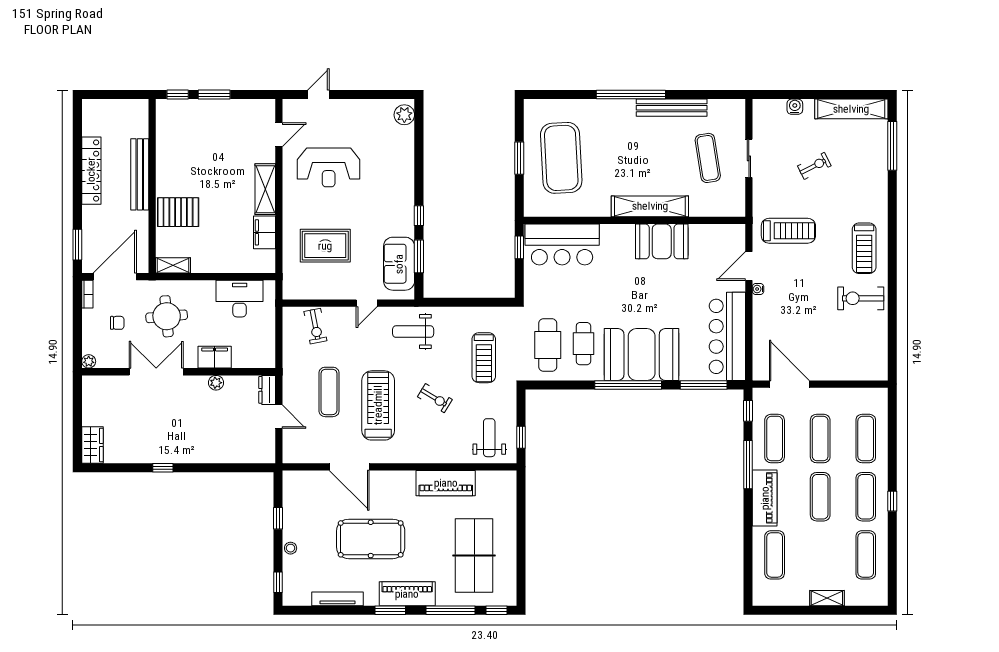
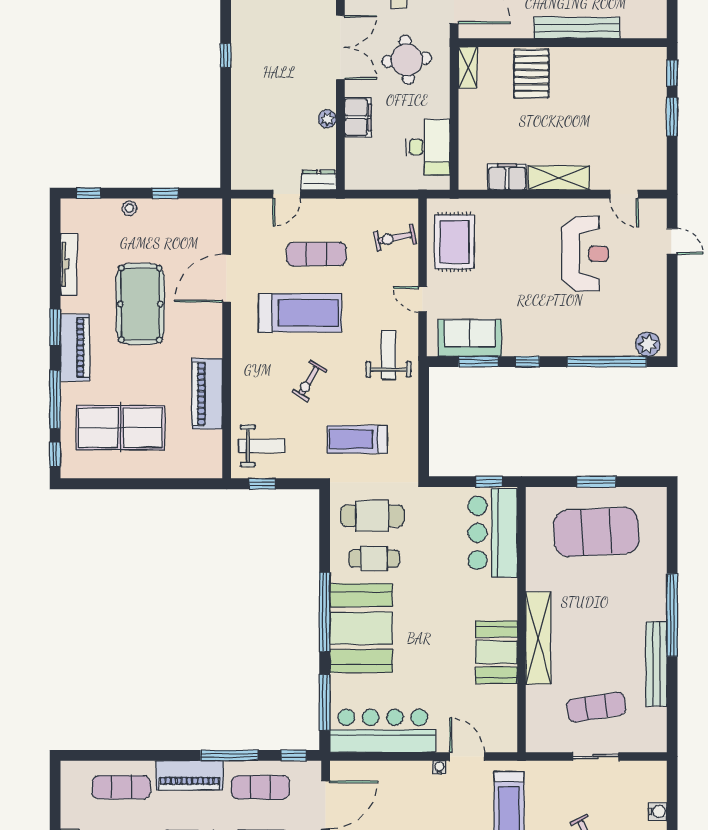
window: (419, 149) -> (607, 362), added
reception desk: (329, 167) -> (585, 254), turned 180
rug: (325, 246) -> (454, 242), moved

